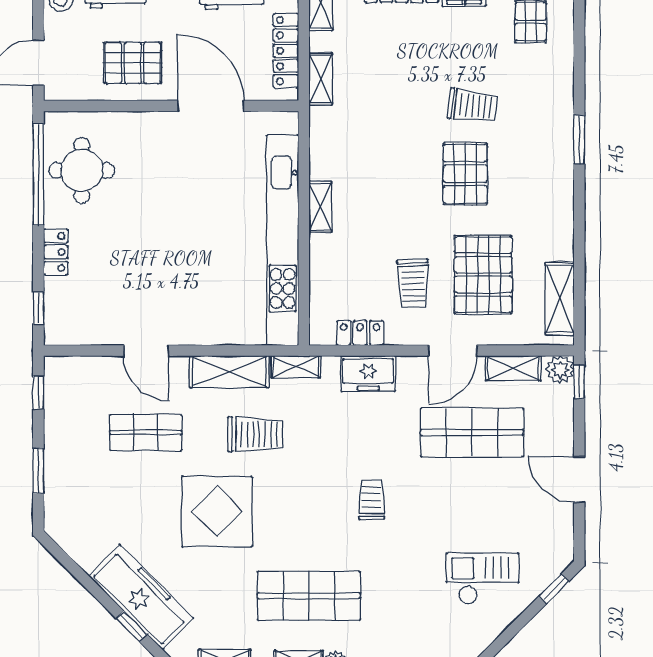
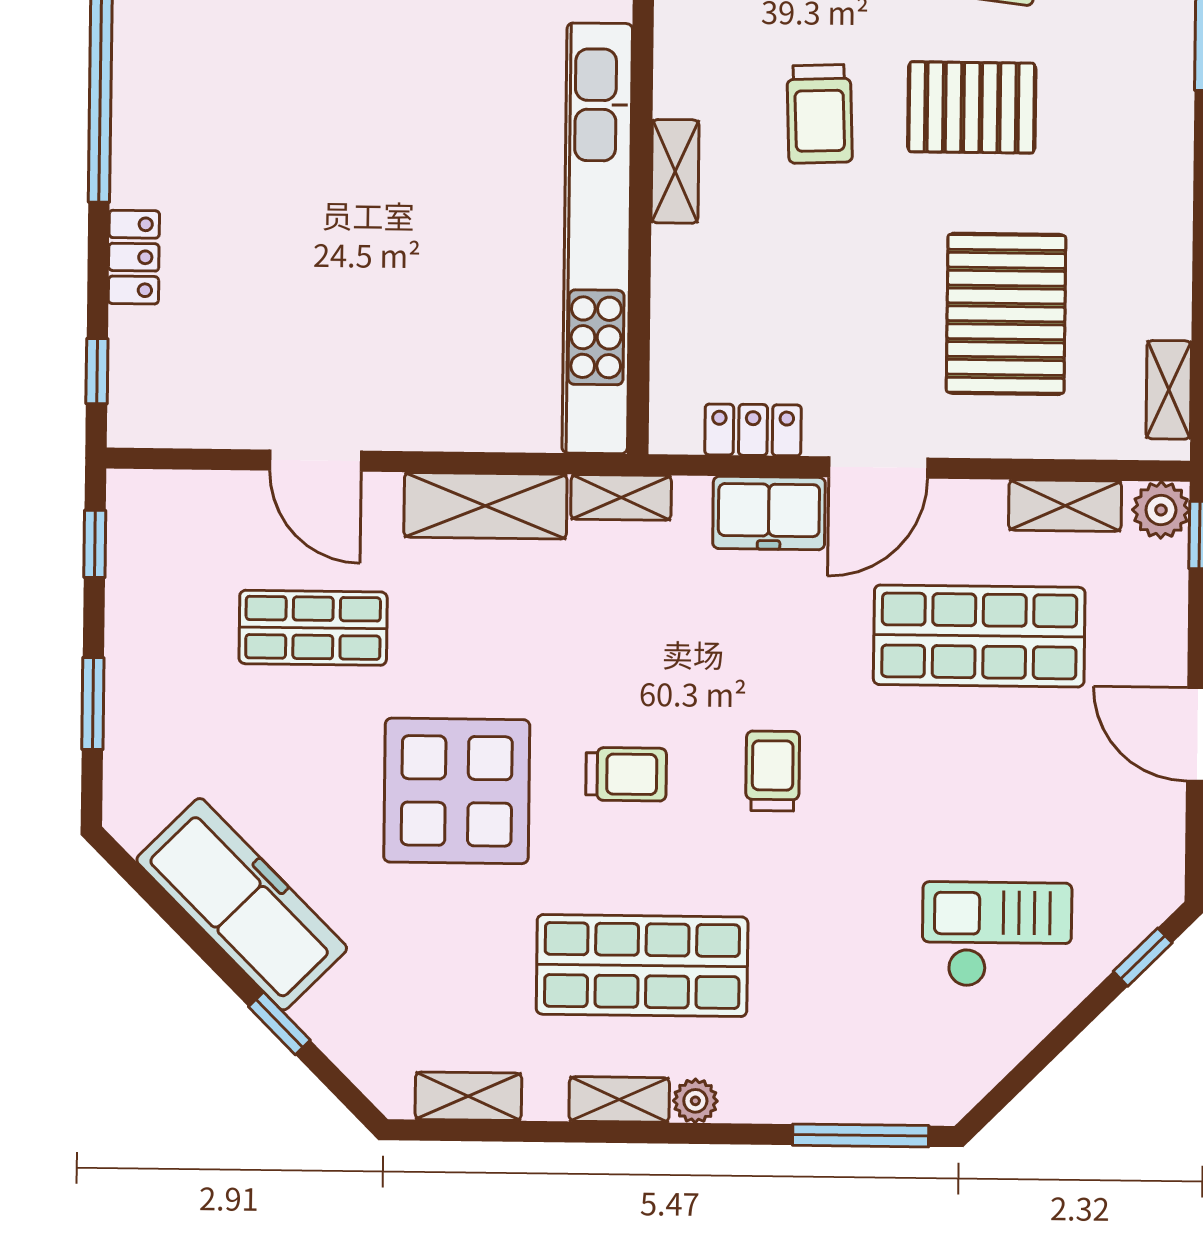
round table: (82, 171) -> (189, 91), removed
pallet: (465, 174) -> (972, 107), turned 90
trolley: (413, 283) -> (820, 114), moved
shelving: (560, 299) -> (1169, 390), width x0.67, depth x0.75
door: (453, 351) -> (878, 468), moved
trolley: (255, 434) -> (626, 774), moved, width x0.73, depth x0.72
freezer: (141, 597) -> (242, 904), moved

